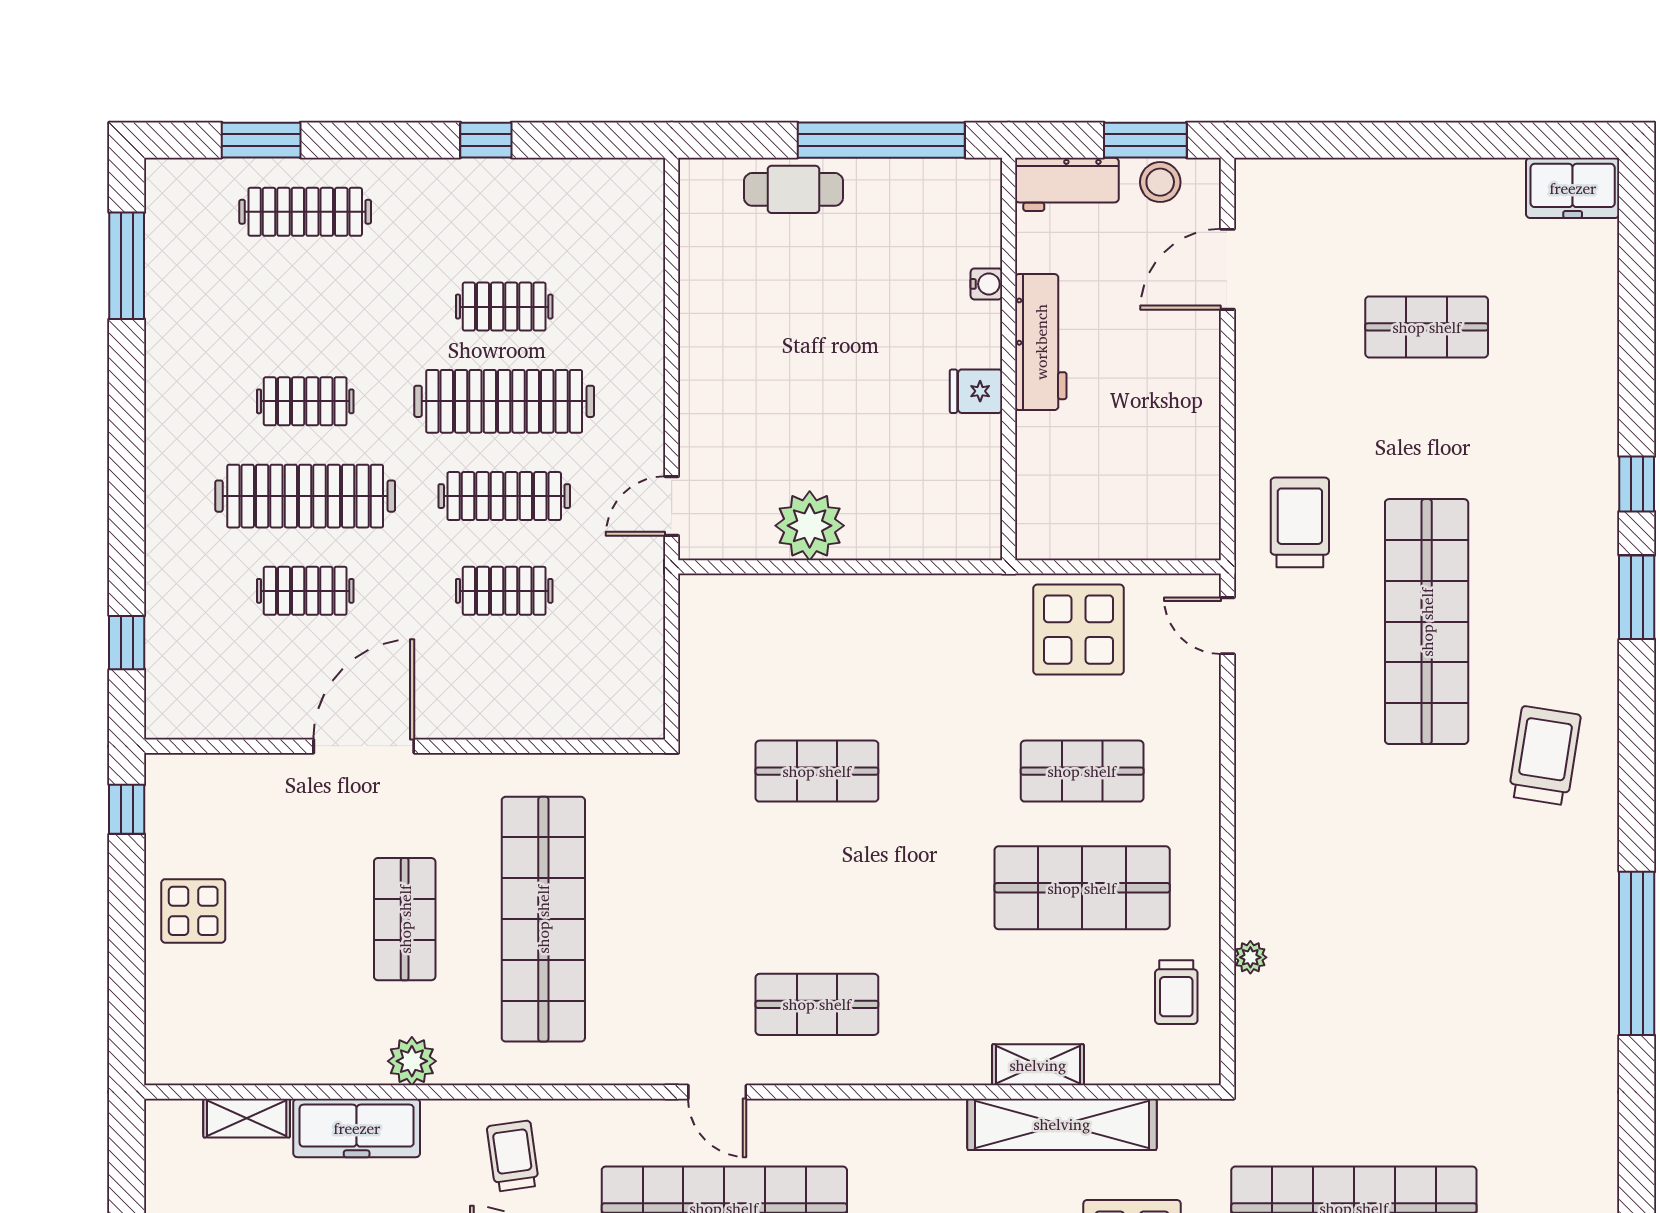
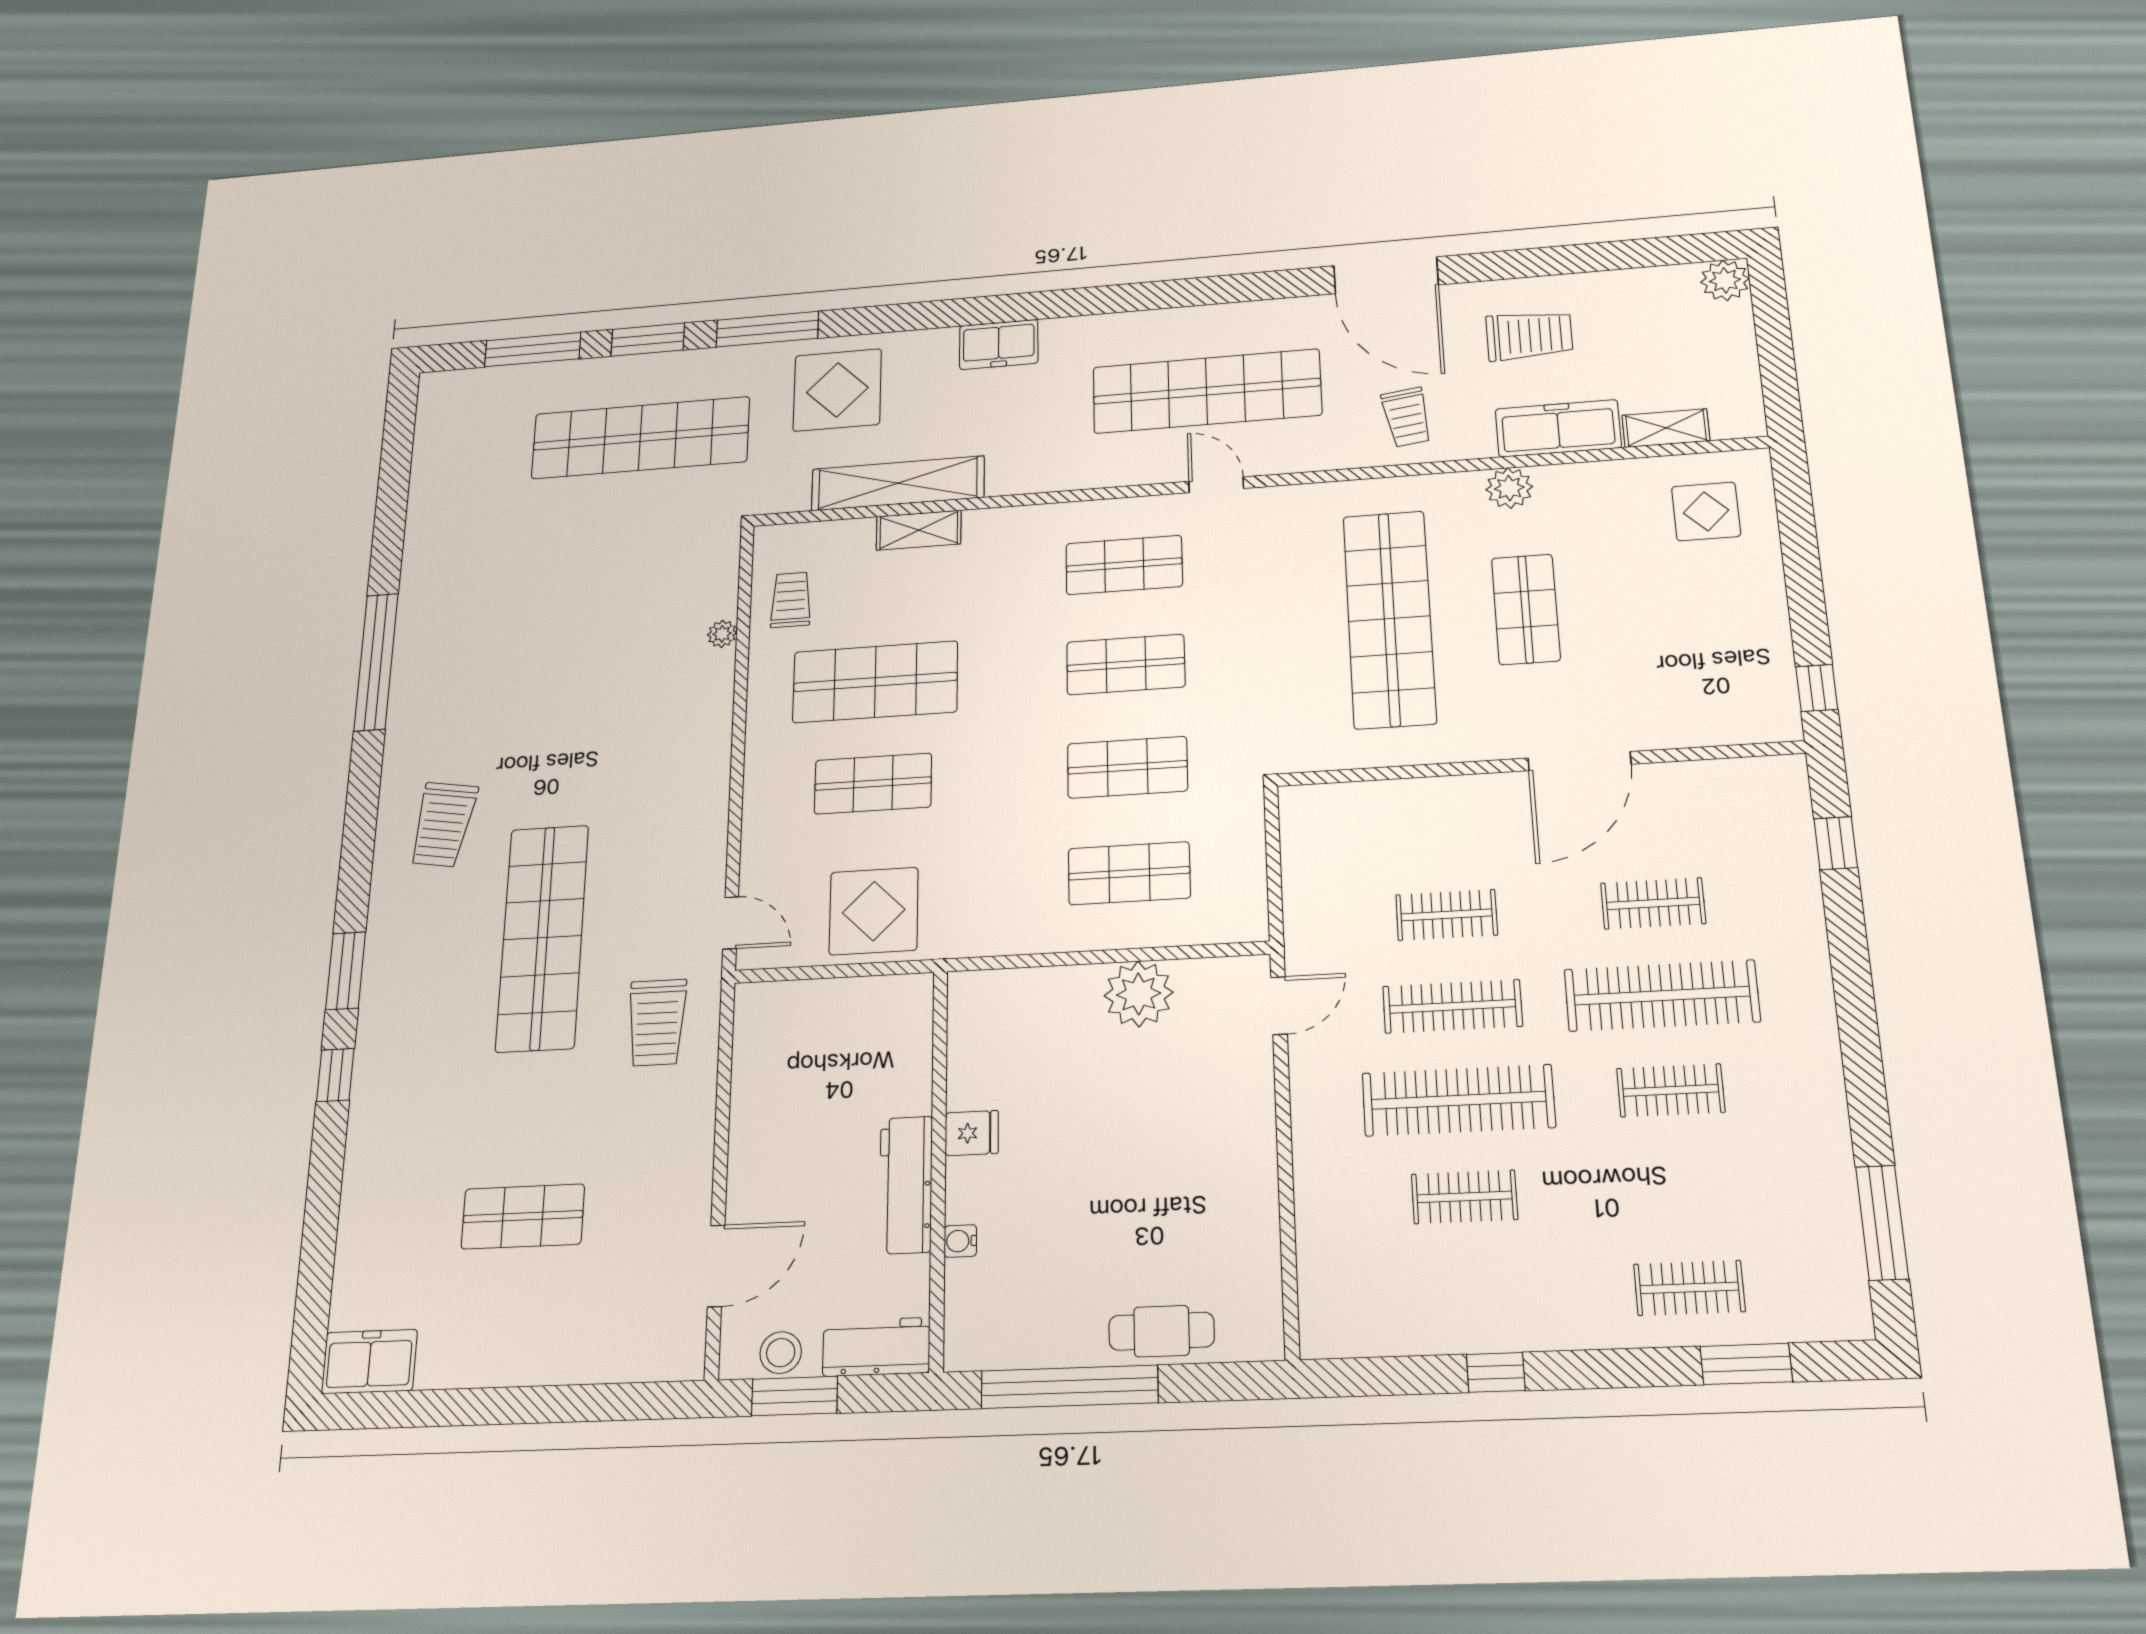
clothes rail: (305, 212) -> (1689, 1288), width x0.73
shop shelf: (817, 654) -> (1129, 873), added
shop shelf: (817, 888) -> (1126, 665), added
display table: (193, 911) -> (1706, 511), moved

